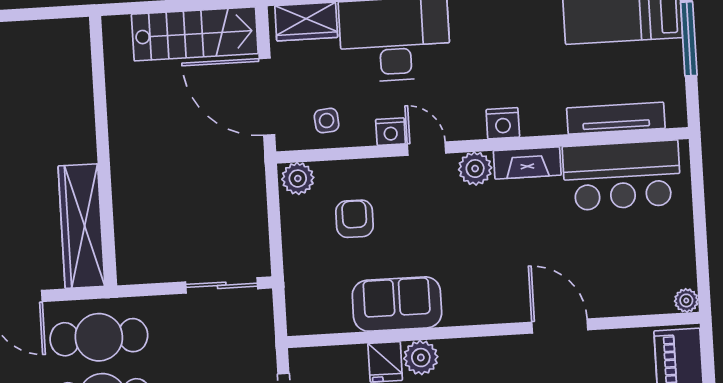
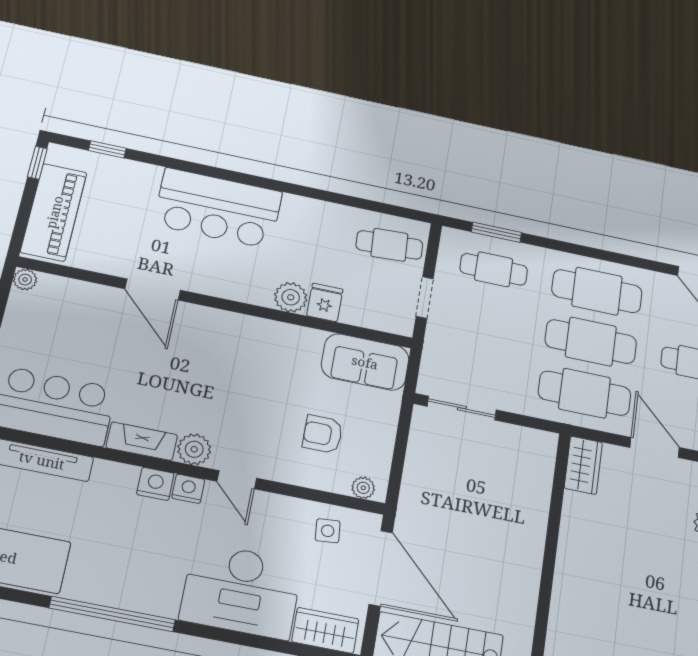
nightstand: (391, 132) -> (188, 489), moved
plant: (298, 178) -> (363, 488), width x0.73, depth x0.73
armchair: (354, 219) -> (323, 434), turned 90
wardrobe: (81, 226) -> (583, 465), width x0.48, depth x0.85
sofa: (397, 304) -> (365, 362), moved

